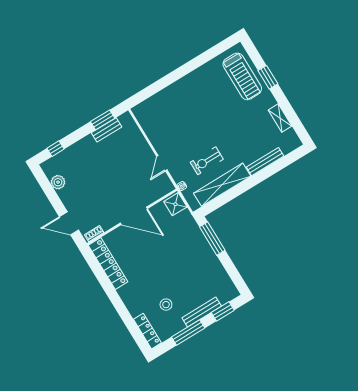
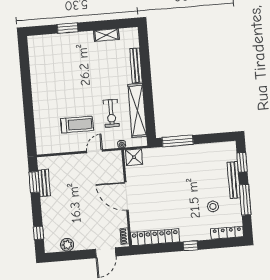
treadmill: (242, 76) -> (77, 125), moved, width x0.73, depth x0.73
door: (162, 163) -> (95, 151), swing flipped
door: (134, 216) -> (126, 196), swing flipped
window: (117, 302) -> (190, 246), added

